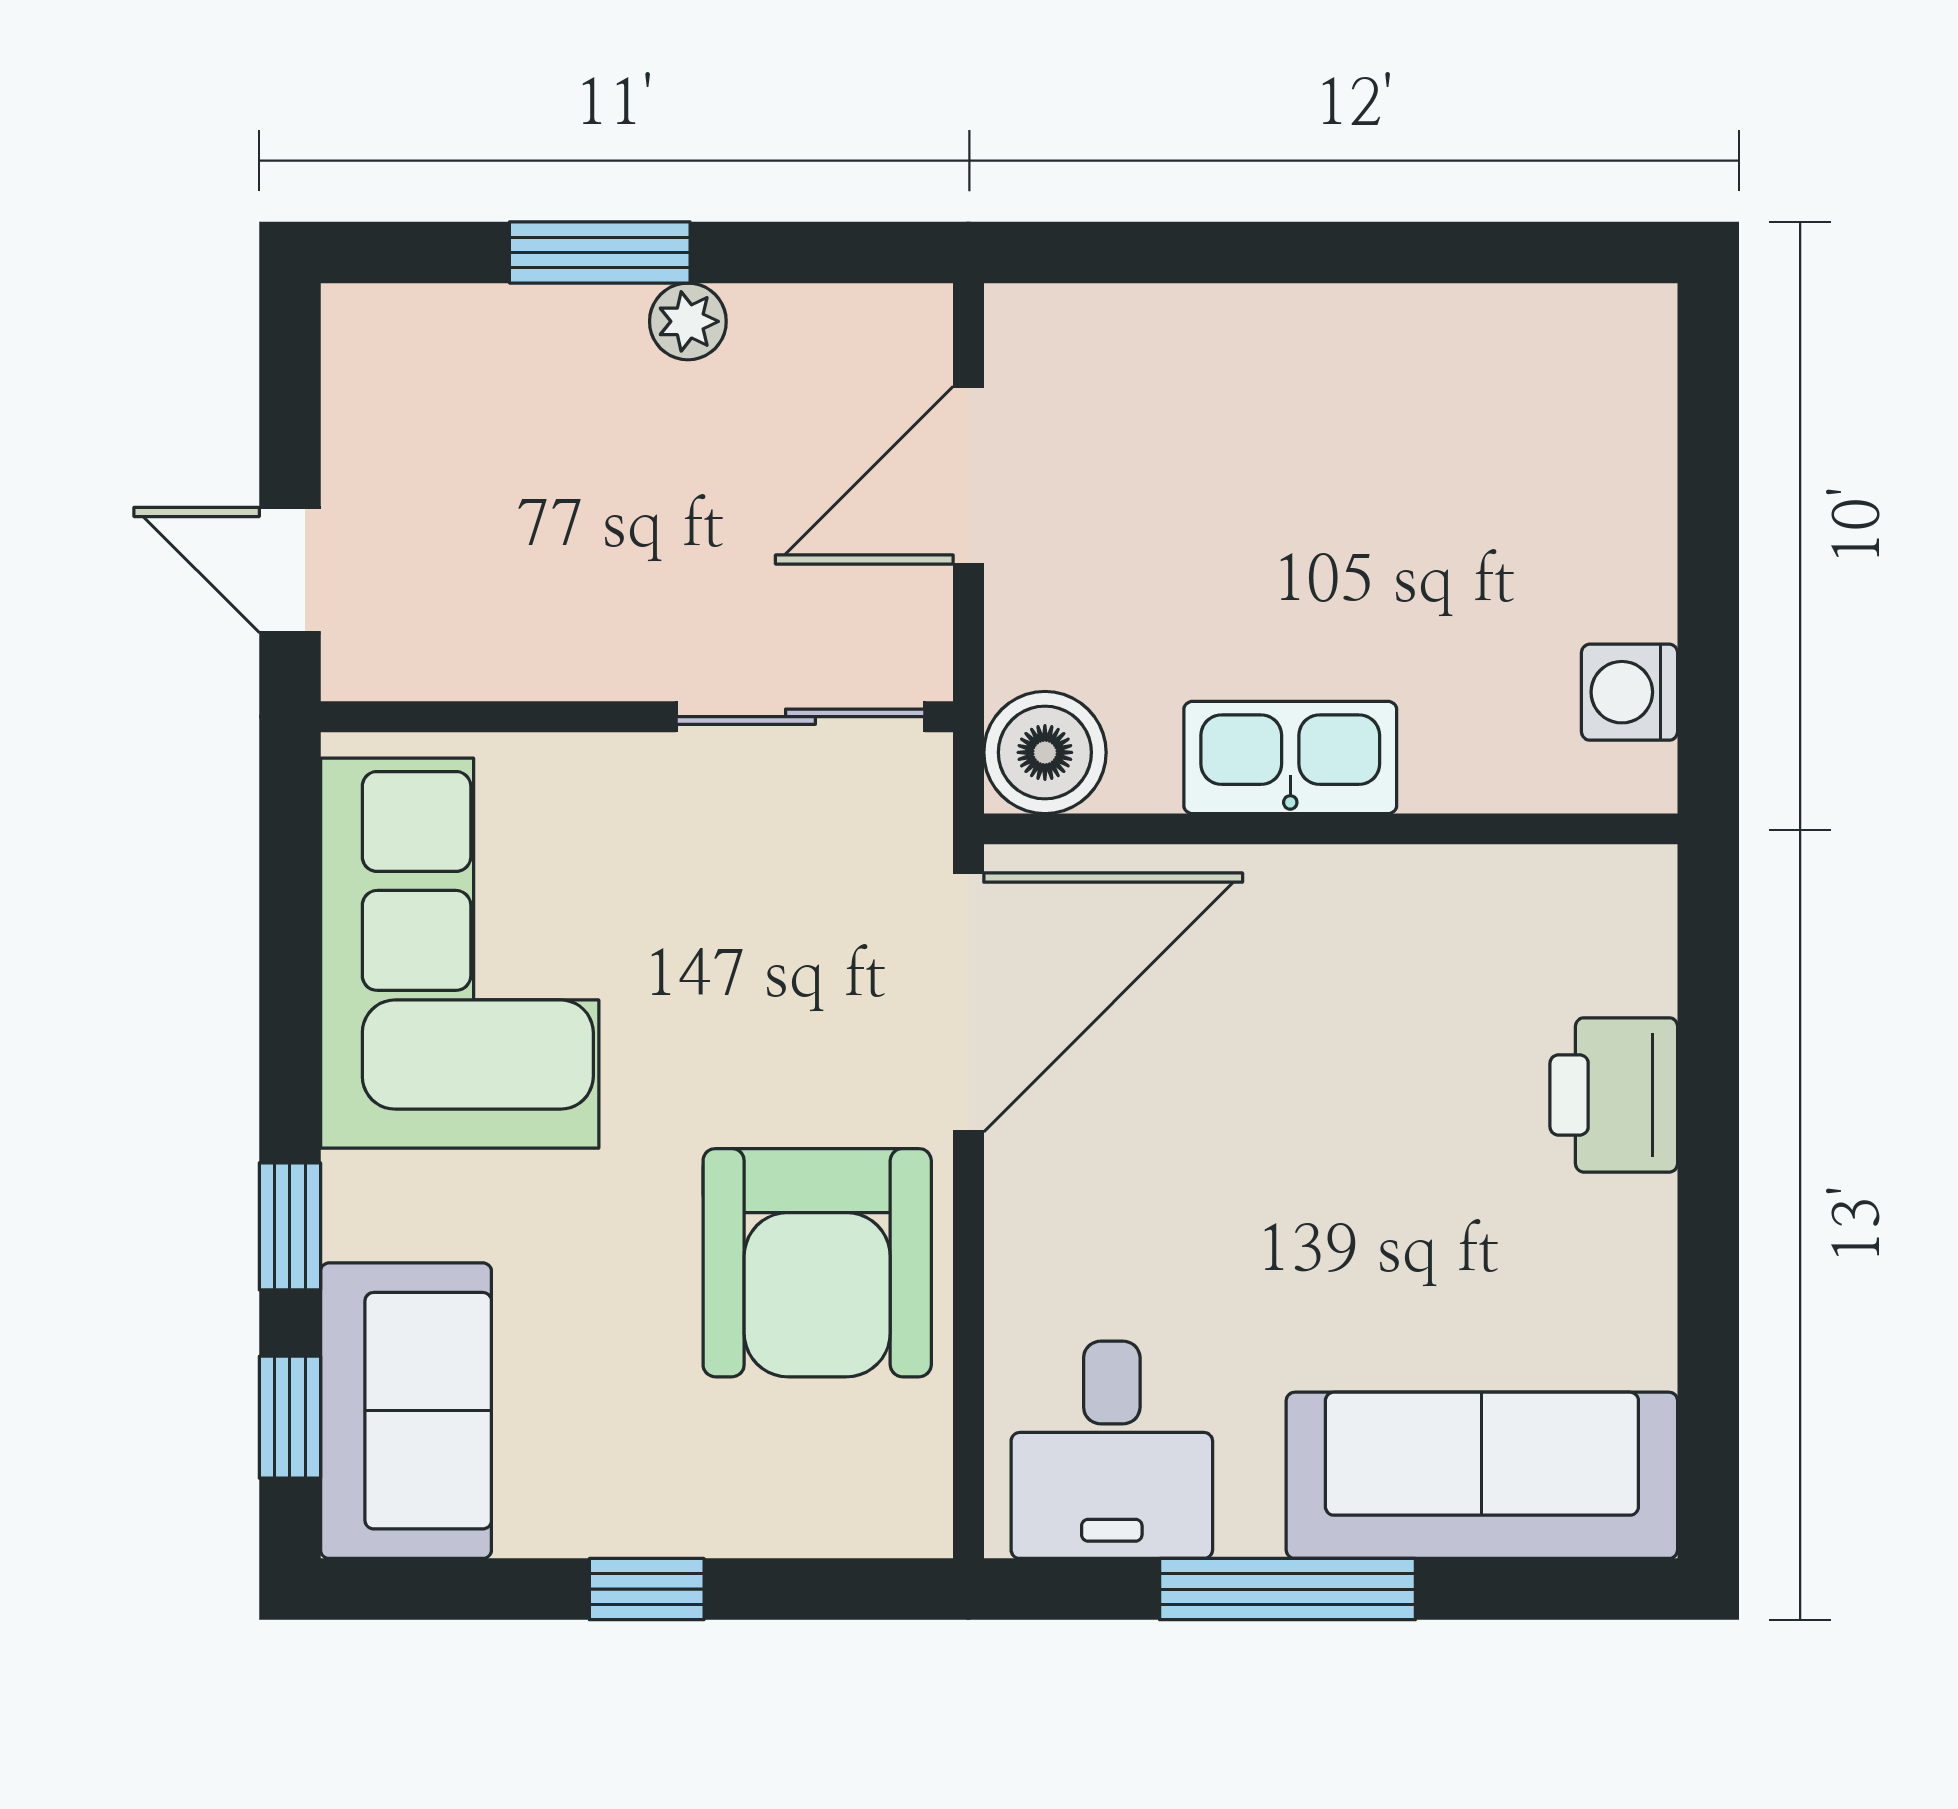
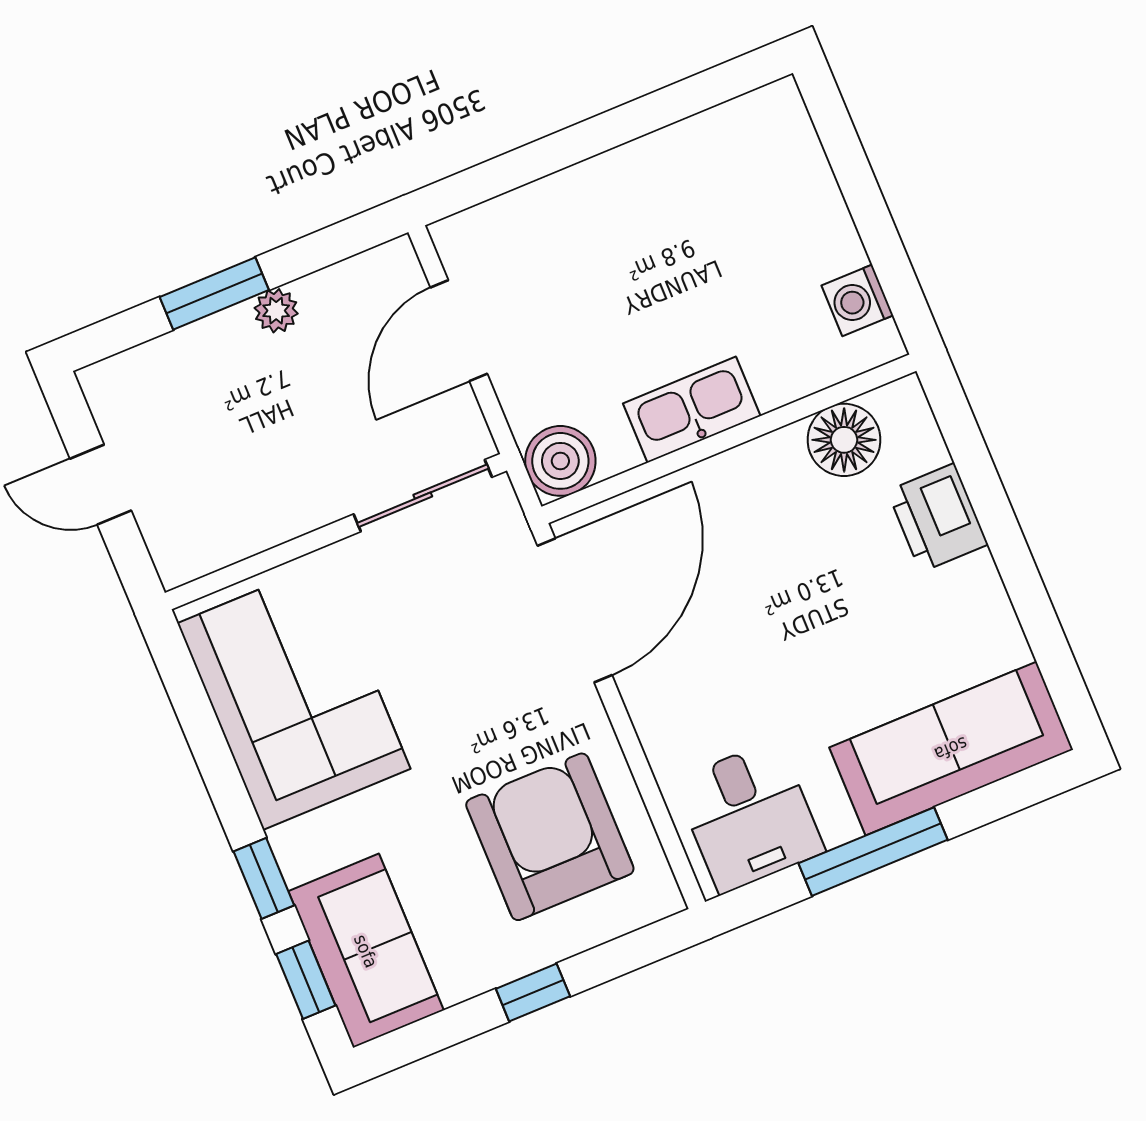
door: (290, 570) -> (101, 485), moved
floor lamp: (1515, 907) -> (844, 440), added
armchair: (817, 1263) -> (550, 837), moved, turned 180

